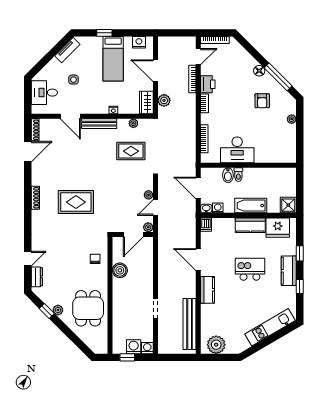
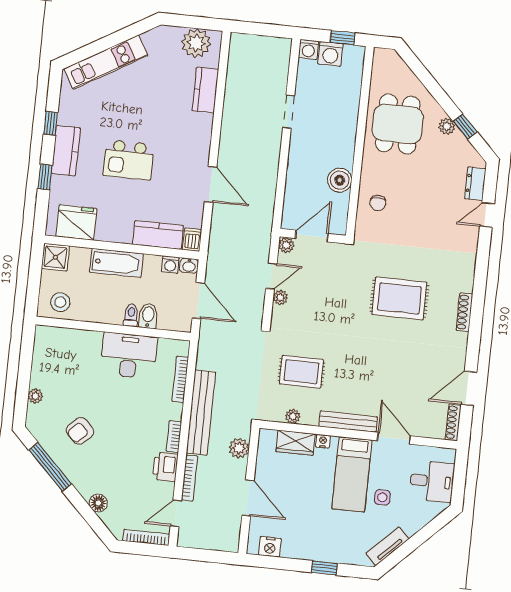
bed: (113, 59) -> (352, 474), moved, turned 180
floor lamp: (259, 71) -> (98, 503), moved
armchair: (262, 101) -> (80, 431), turned -135
wardrobe: (146, 102) -> (296, 443), moved, turned 90
stool: (282, 178) -> (60, 302), added
kitchen counter: (250, 225) -> (158, 235), moved
kitchen counter: (207, 290) -> (205, 90), moved
bench: (190, 324) -> (201, 413), moved

